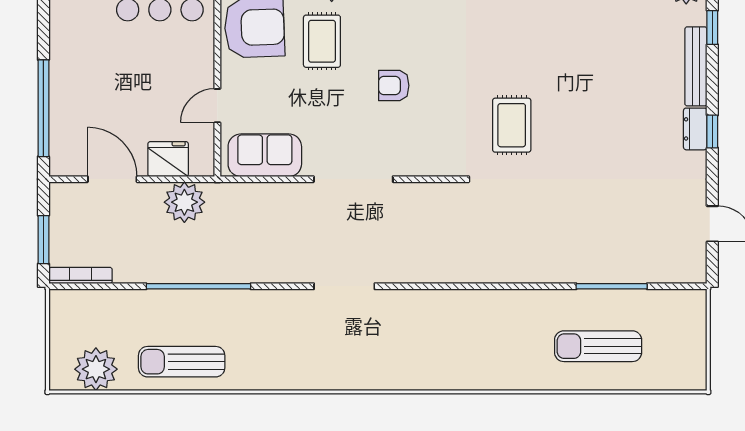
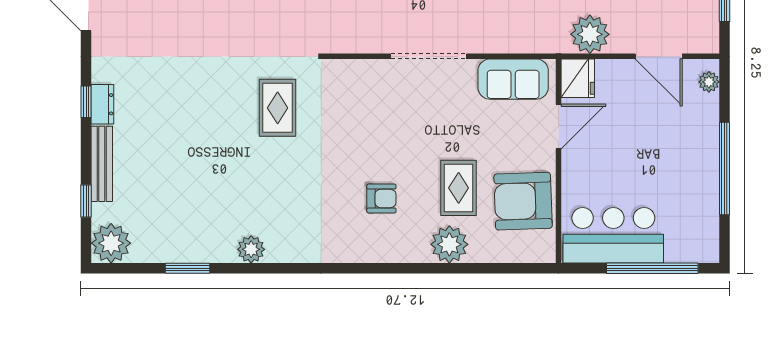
armchair: (394, 86) -> (381, 198), moved
door: (217, 106) -> (558, 126), width x1.37
window: (43, 108) -> (724, 168), moved
plant: (60, 152) -> (709, 82), added
fridge: (168, 159) -> (578, 78), moved, turned -90

